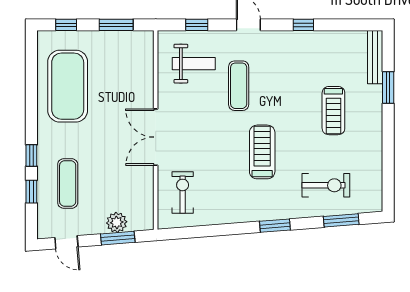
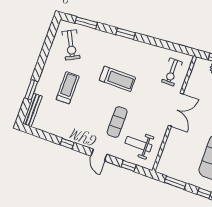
treadmill: (262, 152) -> (117, 79), turned -90
exercise bike: (326, 185) -> (71, 45), moved, turned -117

